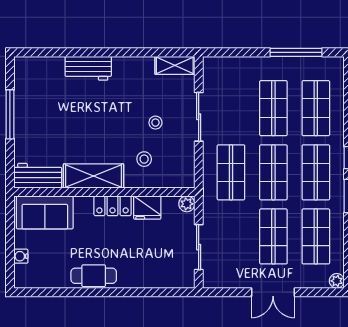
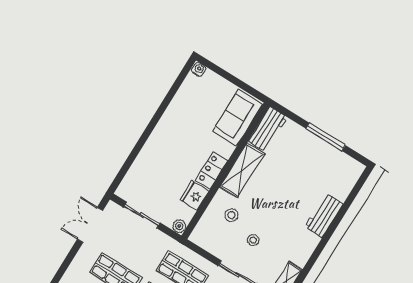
water cooler: (21, 256) -> (199, 69), moved
cafe table: (94, 276) -> (169, 125), removed
double door: (273, 292) -> (90, 225), moved

